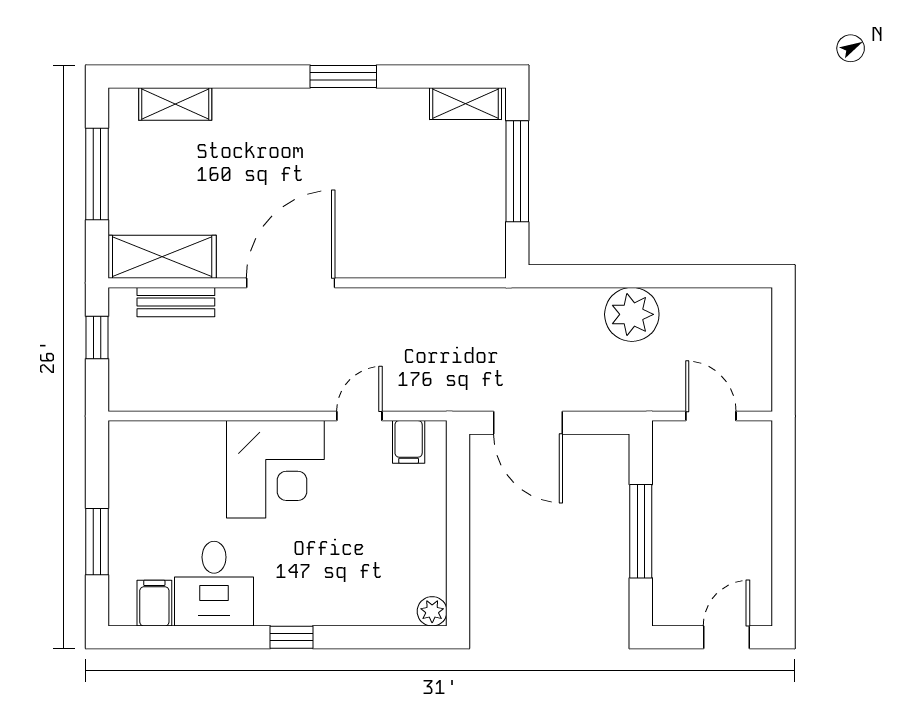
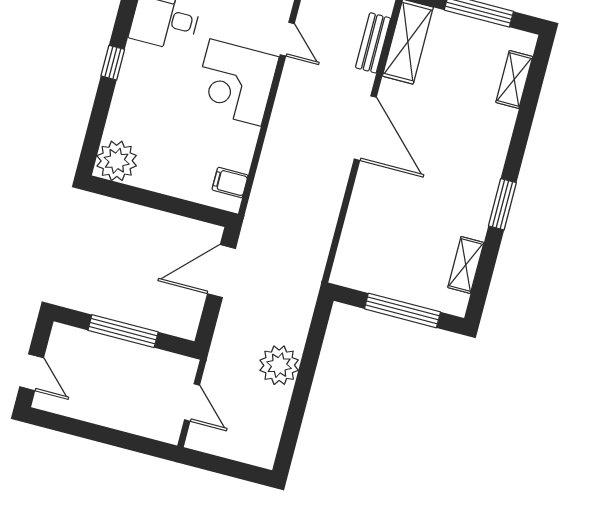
shelving: (466, 104) -> (466, 265), moved
door: (359, 416) -> (287, 39), moved
door: (711, 416) -> (192, 403), hinge flipped
plant: (432, 611) -> (117, 161), width x1.88, depth x1.88

